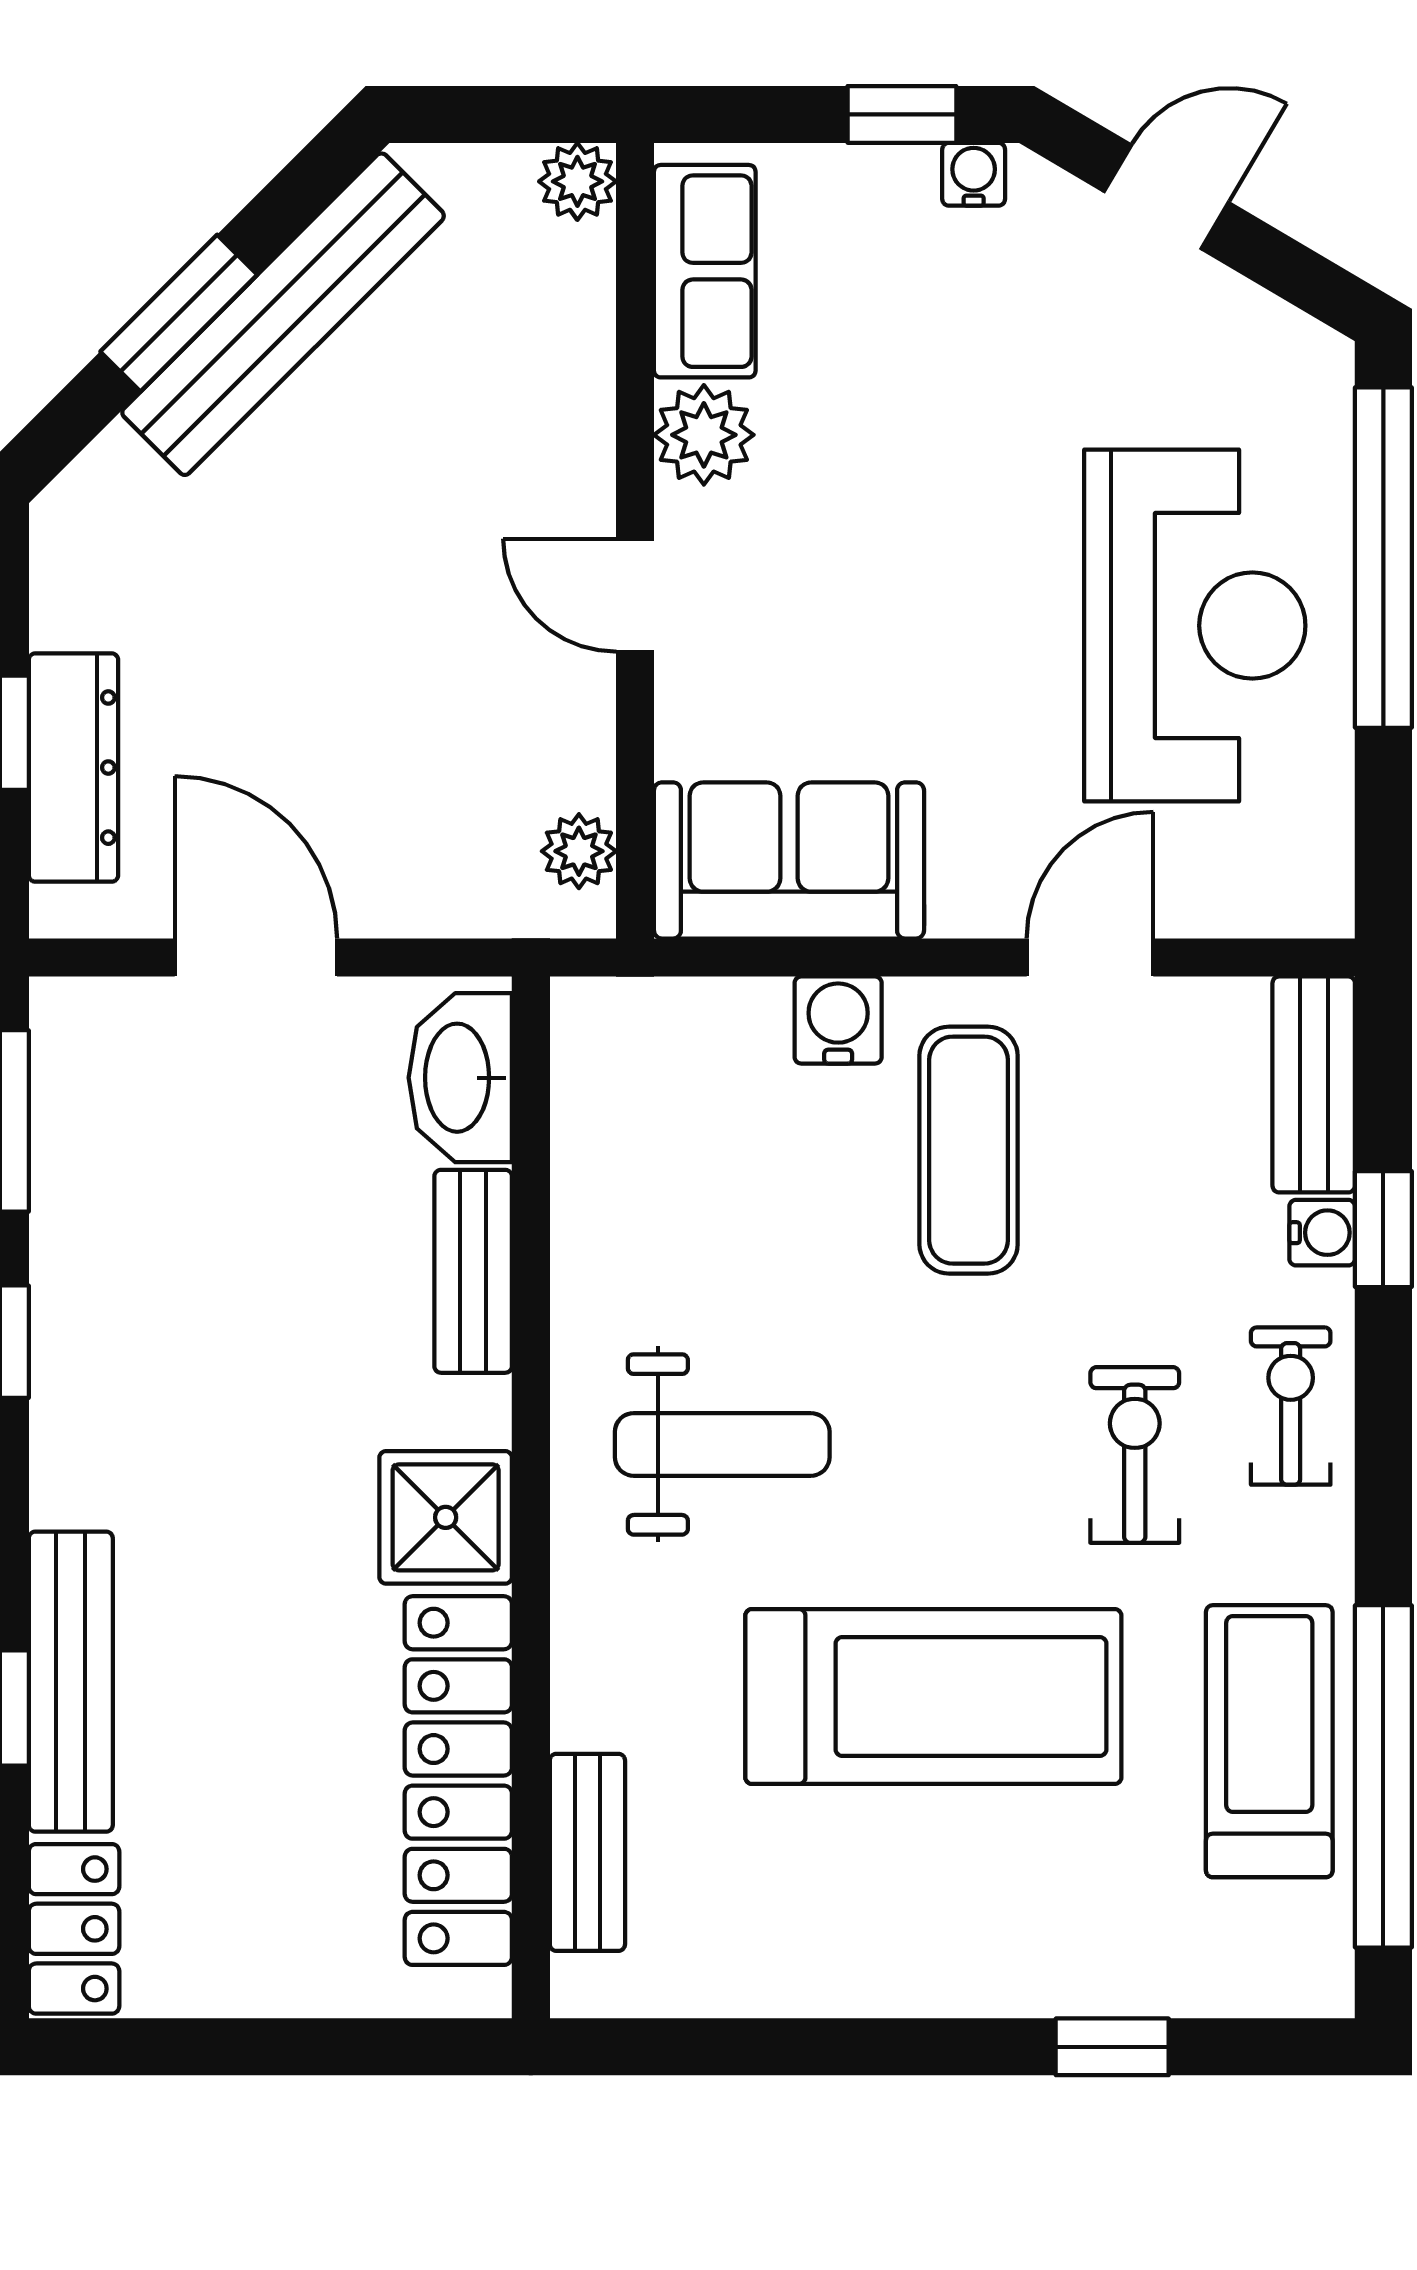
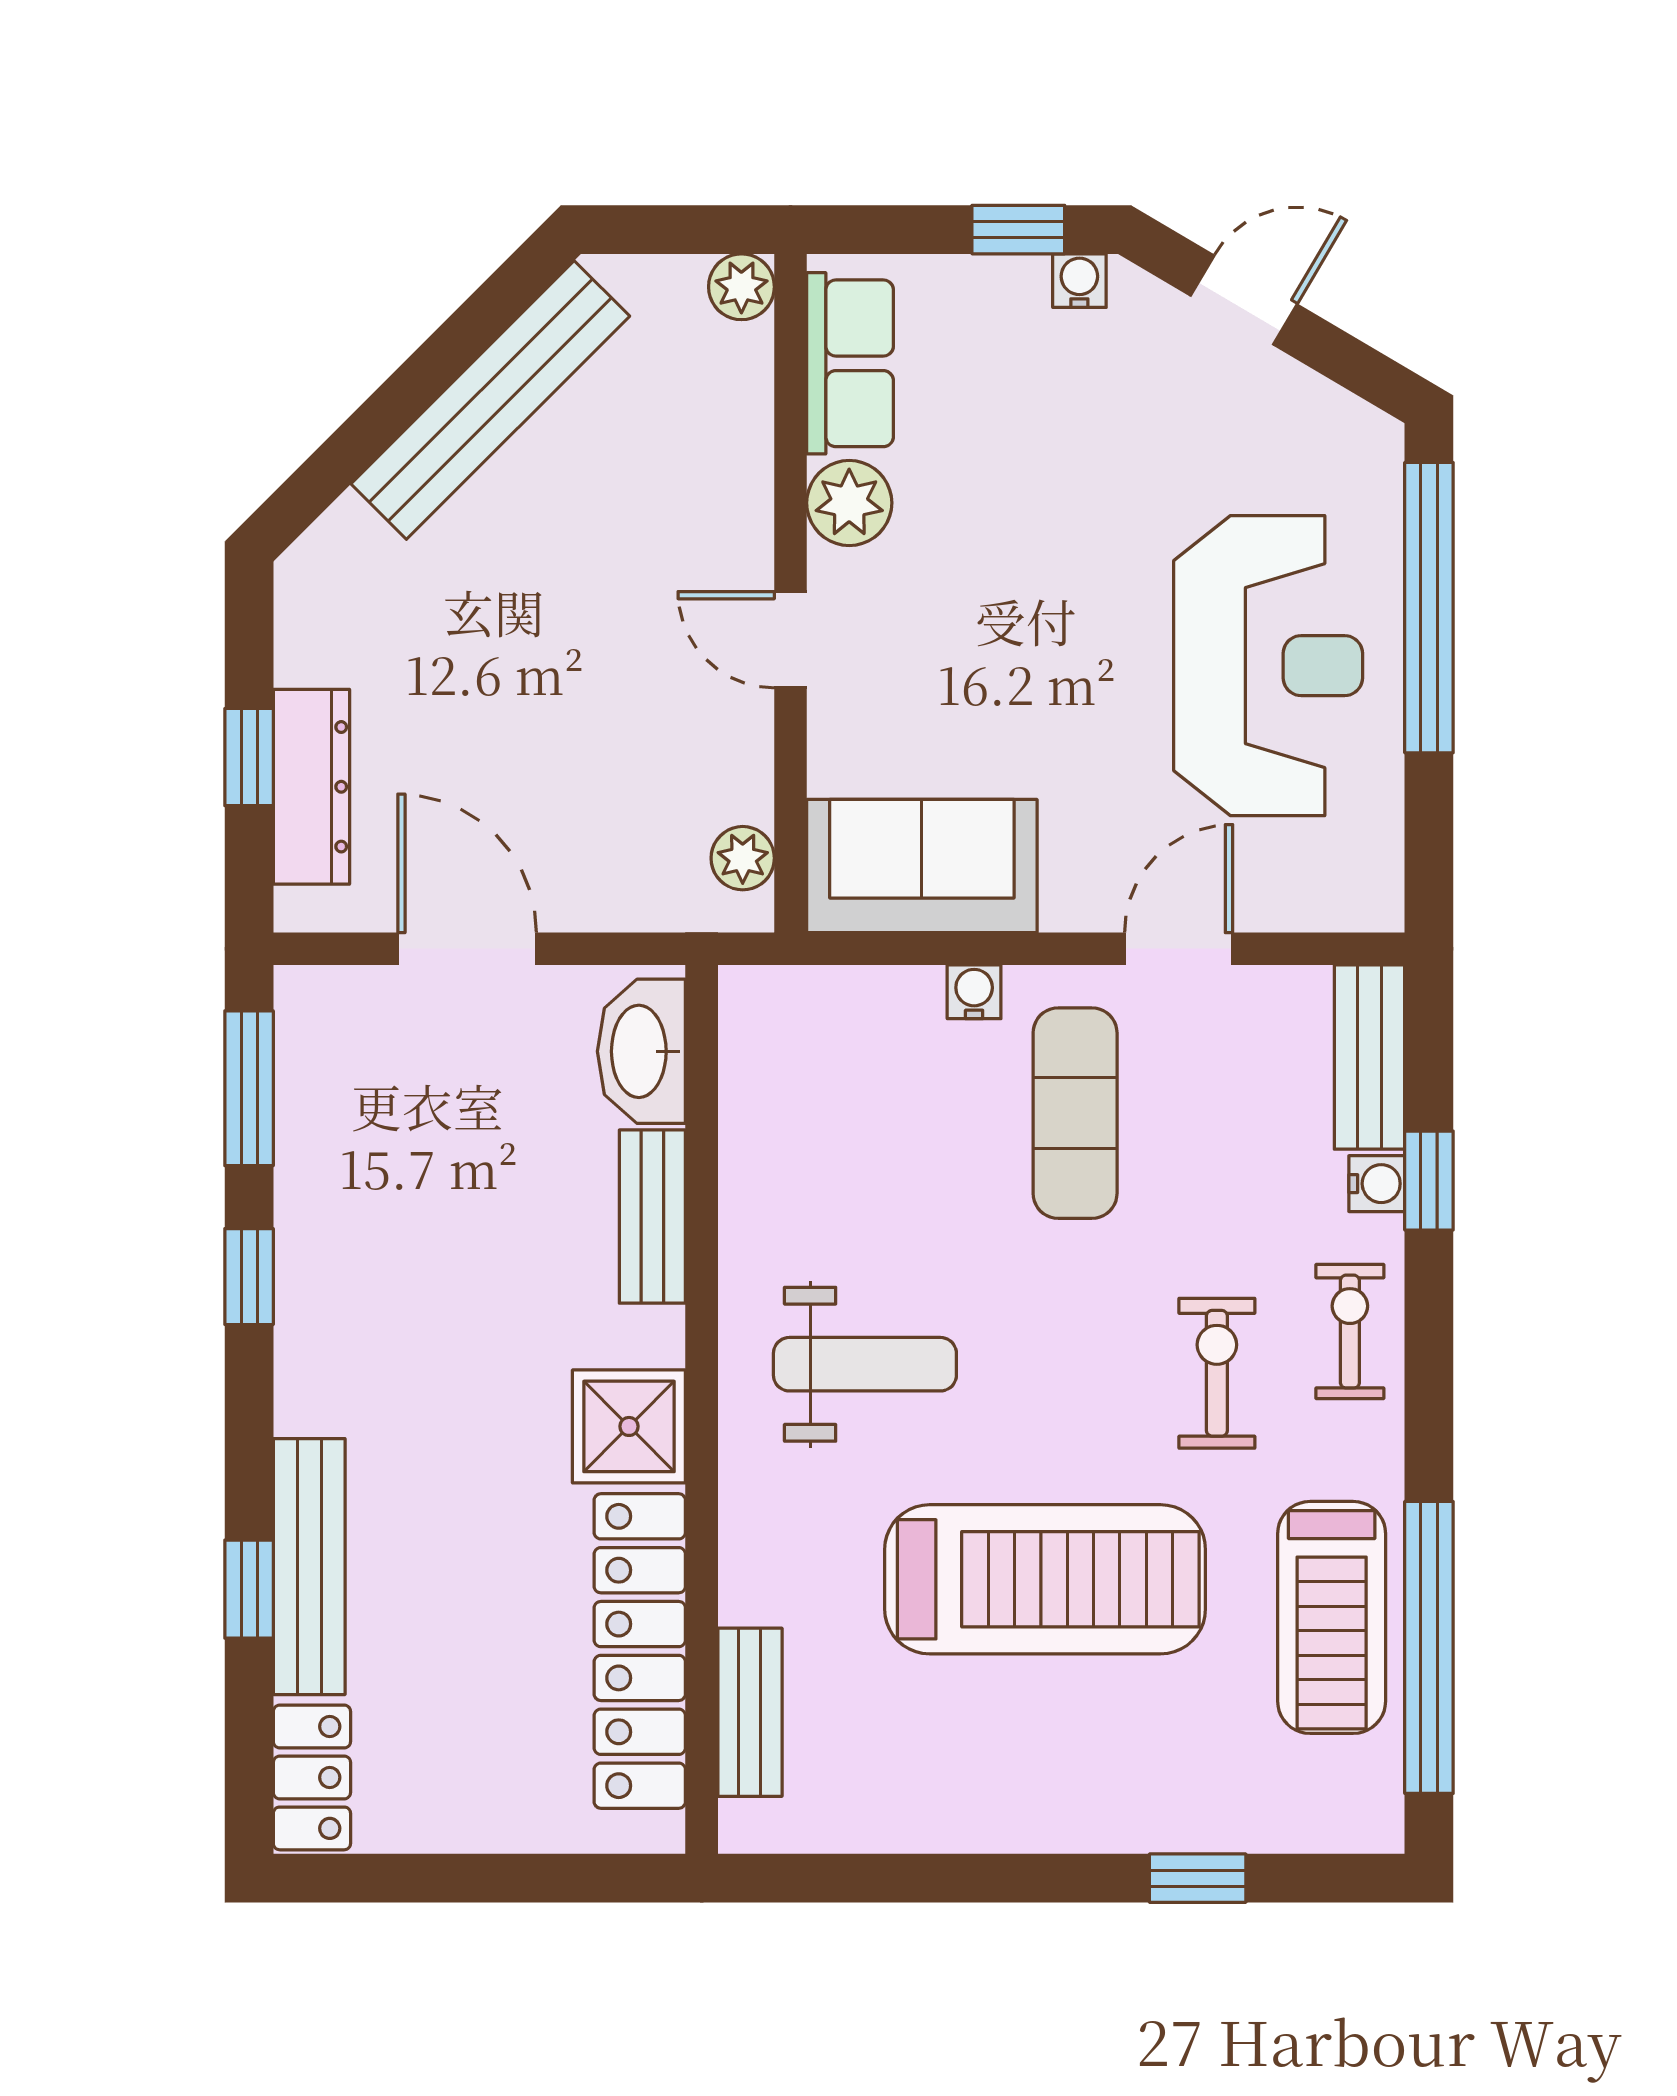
window: (179, 313) -> (401, 399), removed
water cooler: (838, 1020) -> (974, 992), width x0.72, depth x0.72
treadmill: (1269, 1741) -> (1332, 1617), turned 180

